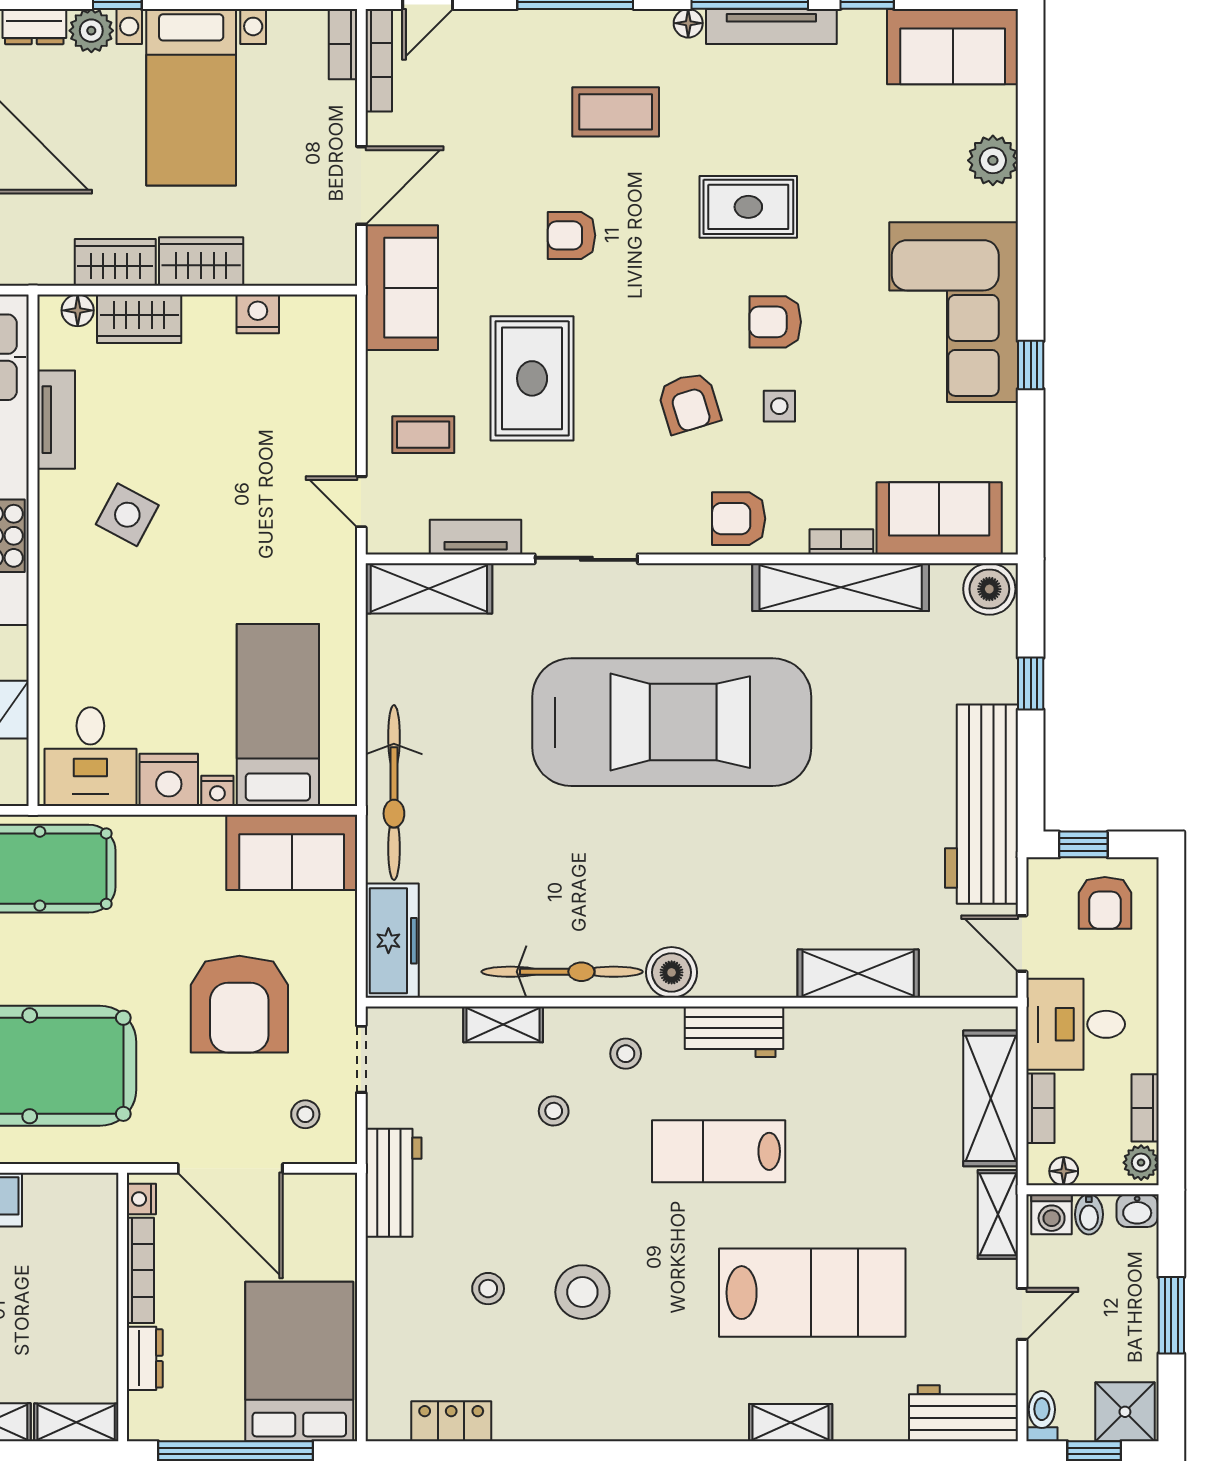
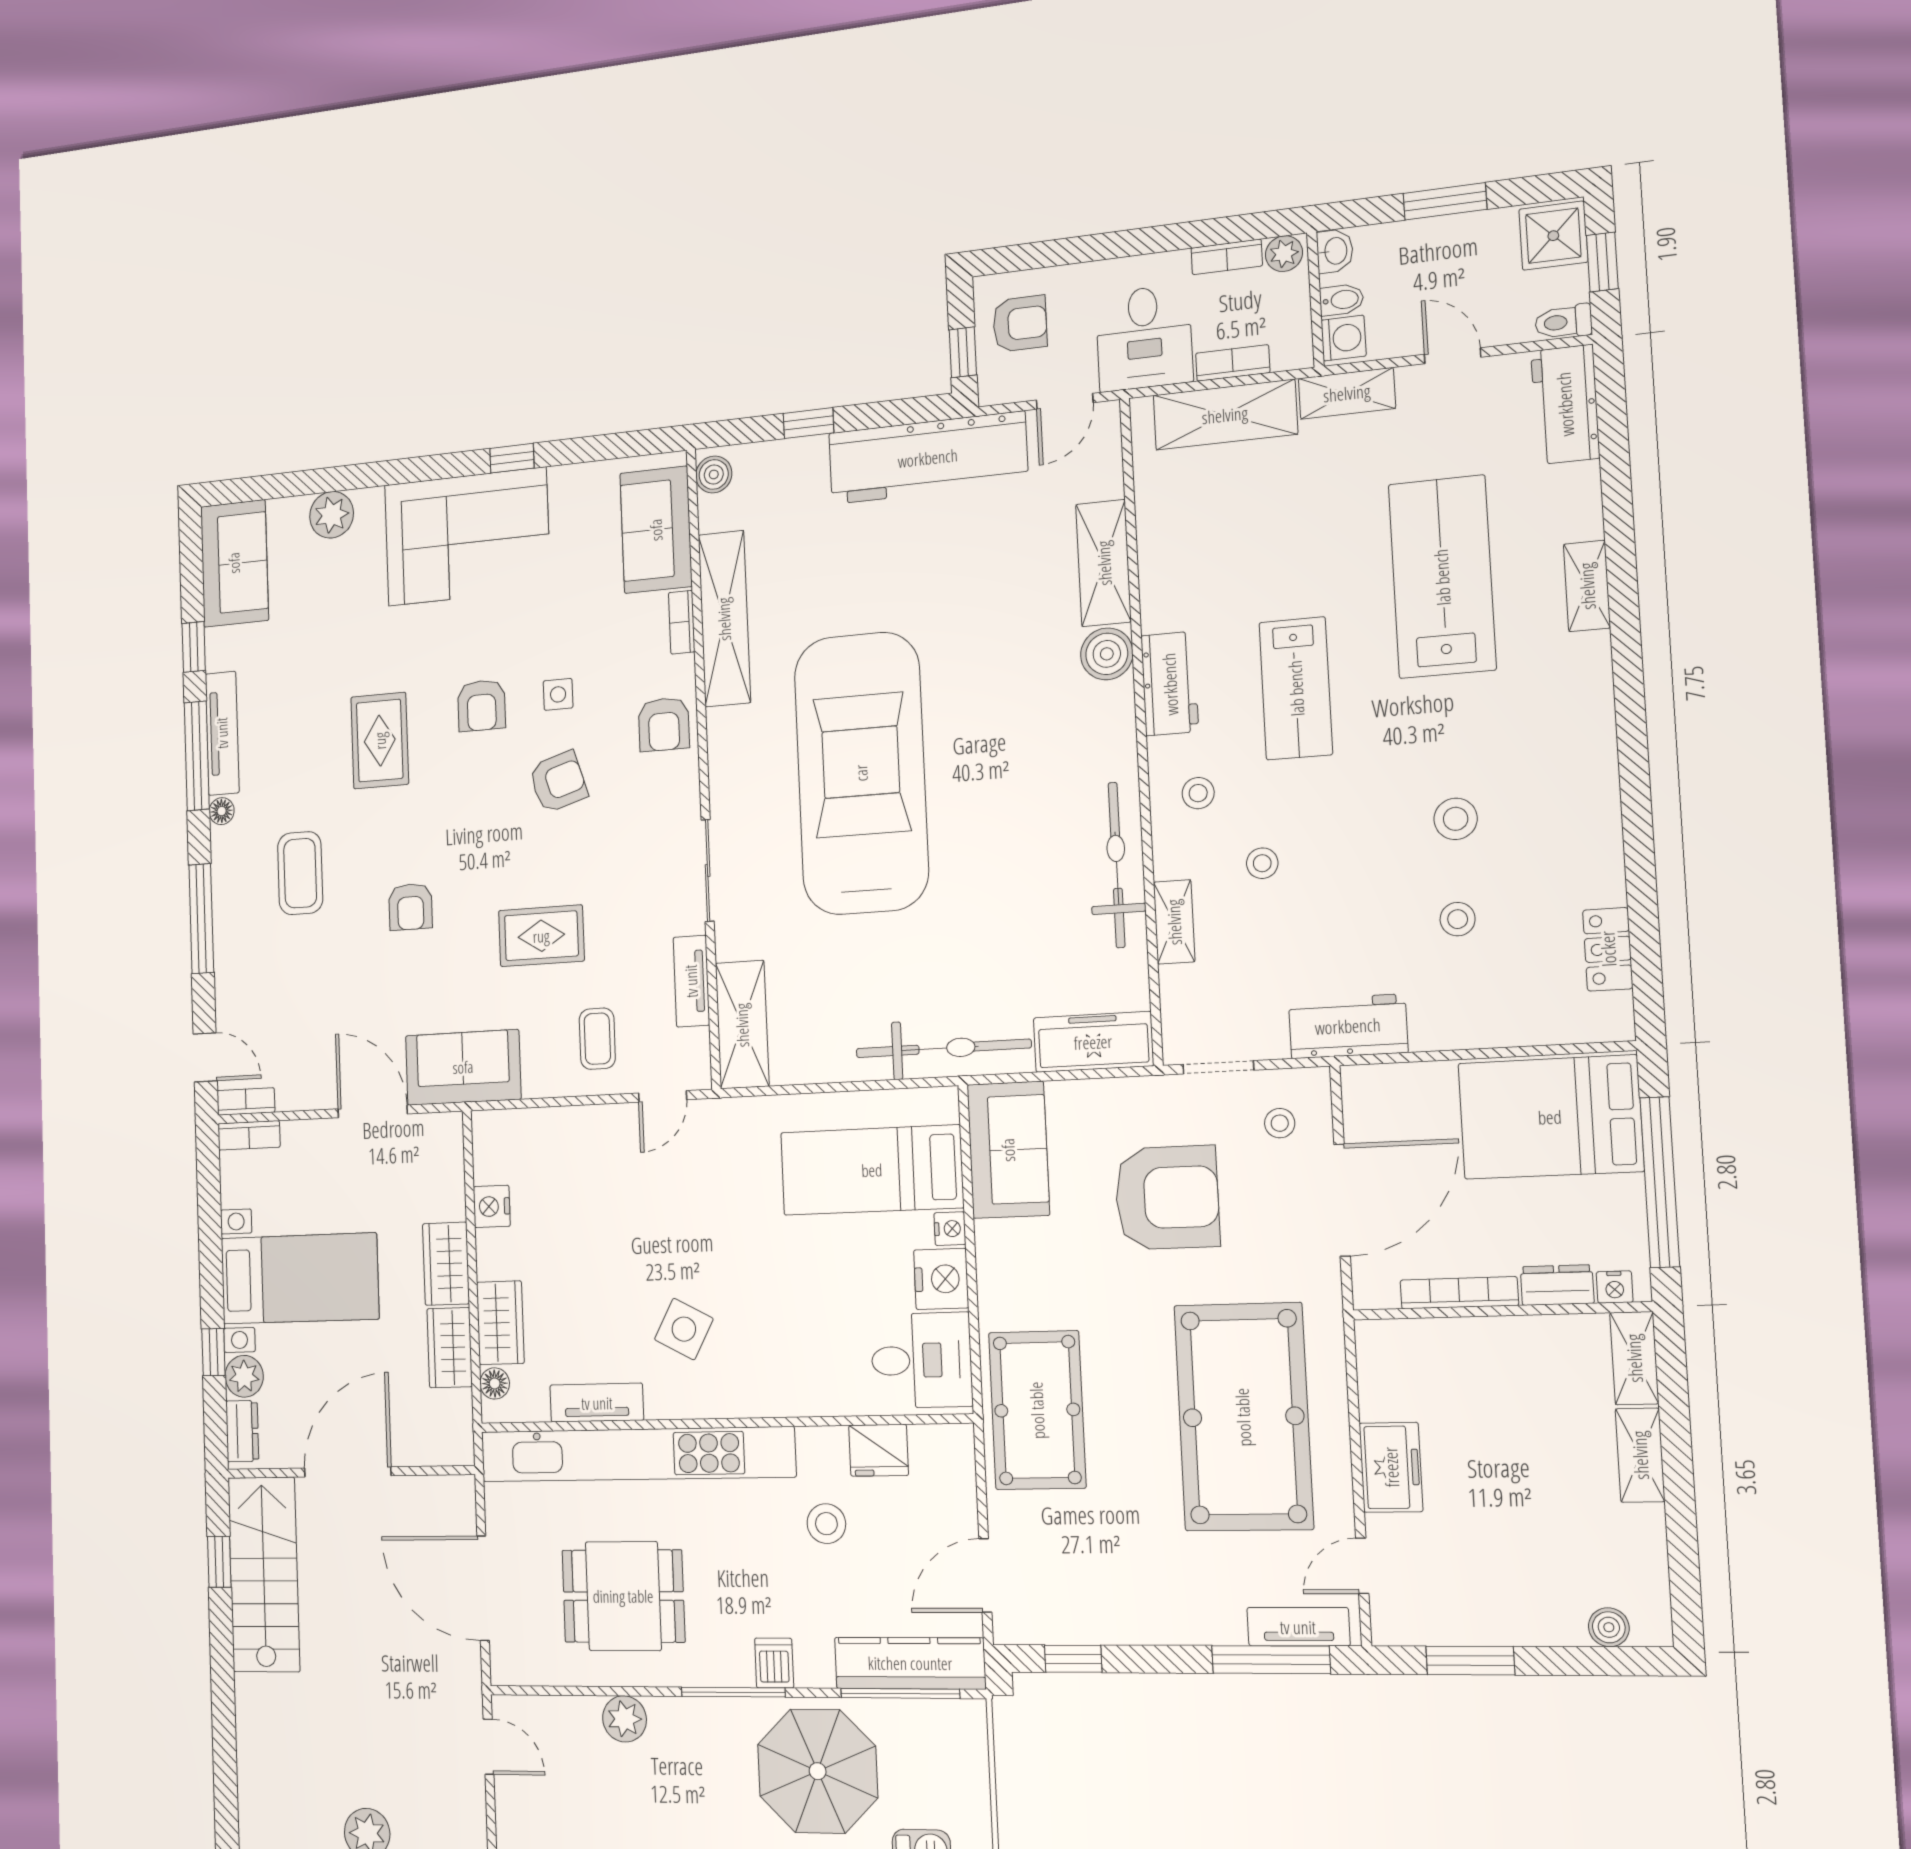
bookcase: (379, 60) -> (246, 1101), width x0.64
rug: (532, 378) -> (541, 936), width x0.73, depth x0.70
boiler: (989, 589) -> (714, 474), width x0.73, depth x0.73
boiler: (672, 972) -> (1107, 654), moved
floor lamp: (1064, 1171) -> (1297, 331), removed
nightstand: (141, 1199) -> (1615, 1287), moved
stool: (582, 1292) -> (1456, 819), width x0.73, depth x0.73

